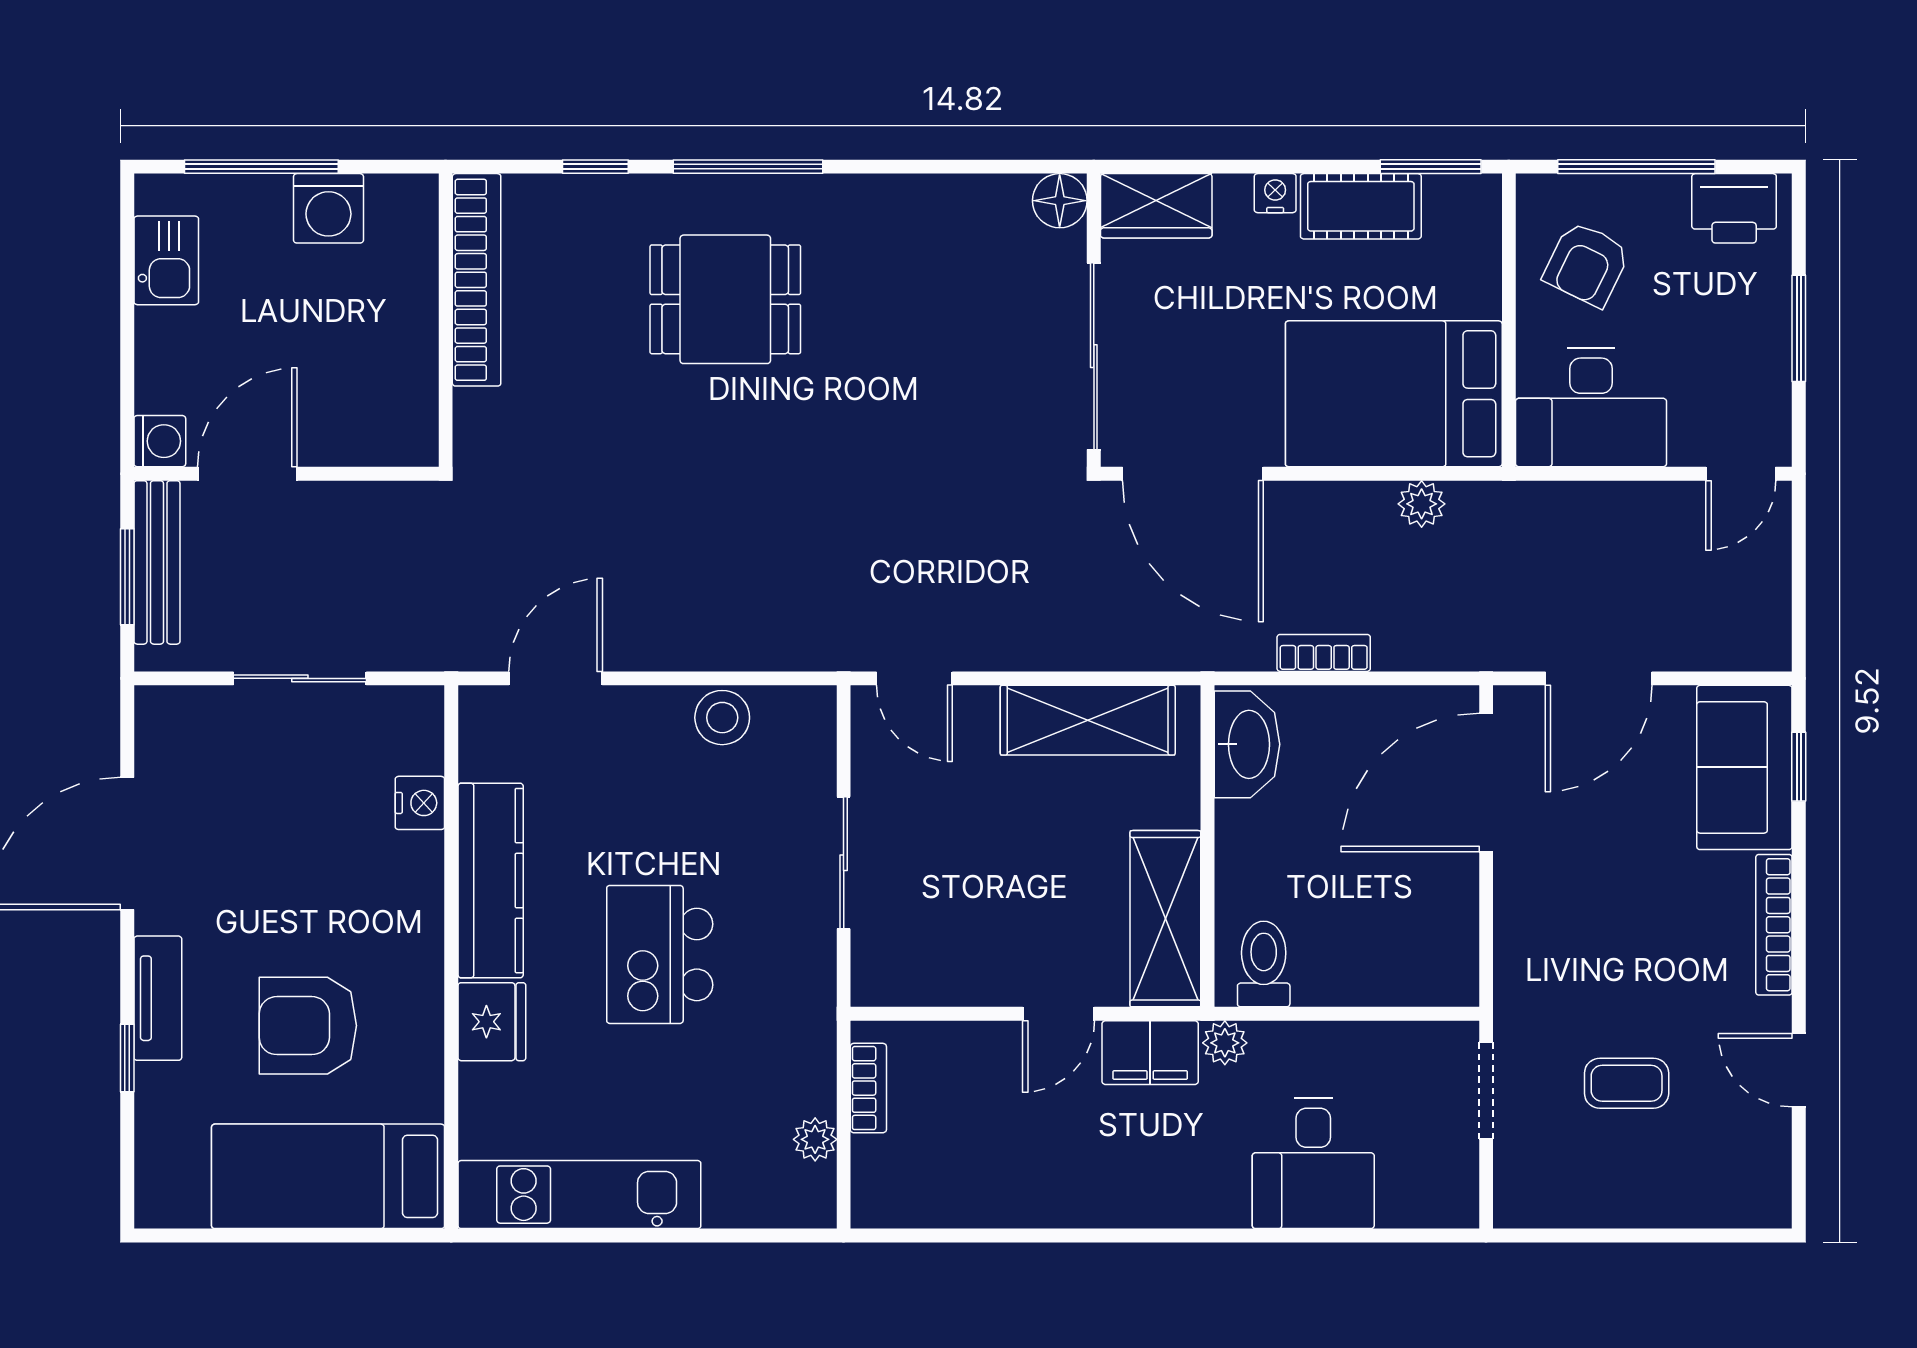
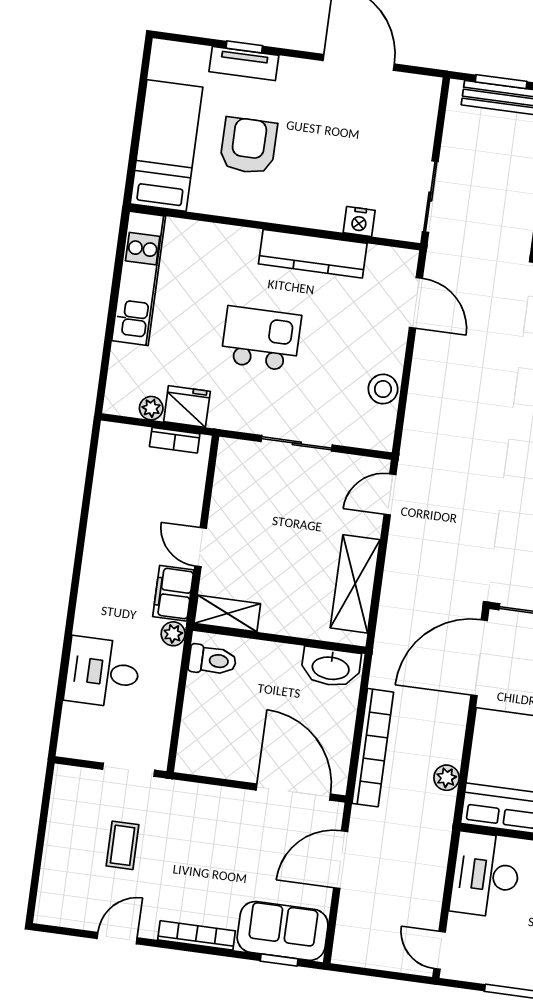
bookcase: (1324, 653) -> (373, 748), width x2.31, depth x1.31
sliding door: (300, 678) -> (430, 197), moved
door: (1599, 678) -> (341, 860), hinge flipped
shelving: (1165, 919) -> (227, 614), width x0.67, depth x0.75
tv unit: (158, 998) -> (244, 63), moved
fridge: (492, 1022) -> (187, 406), moved, turned 180

